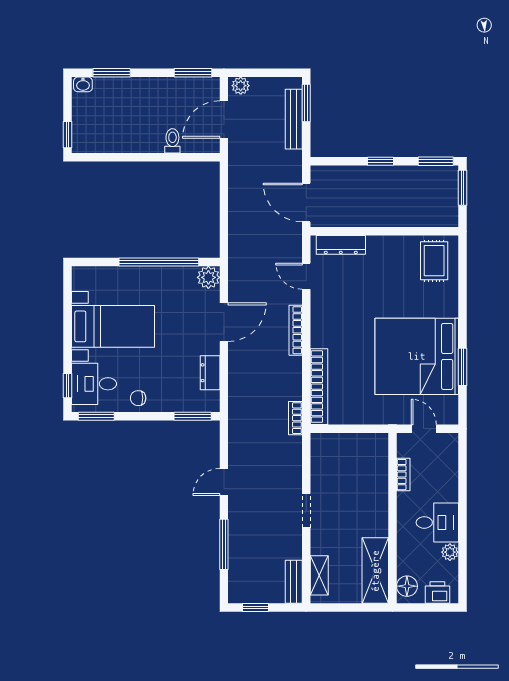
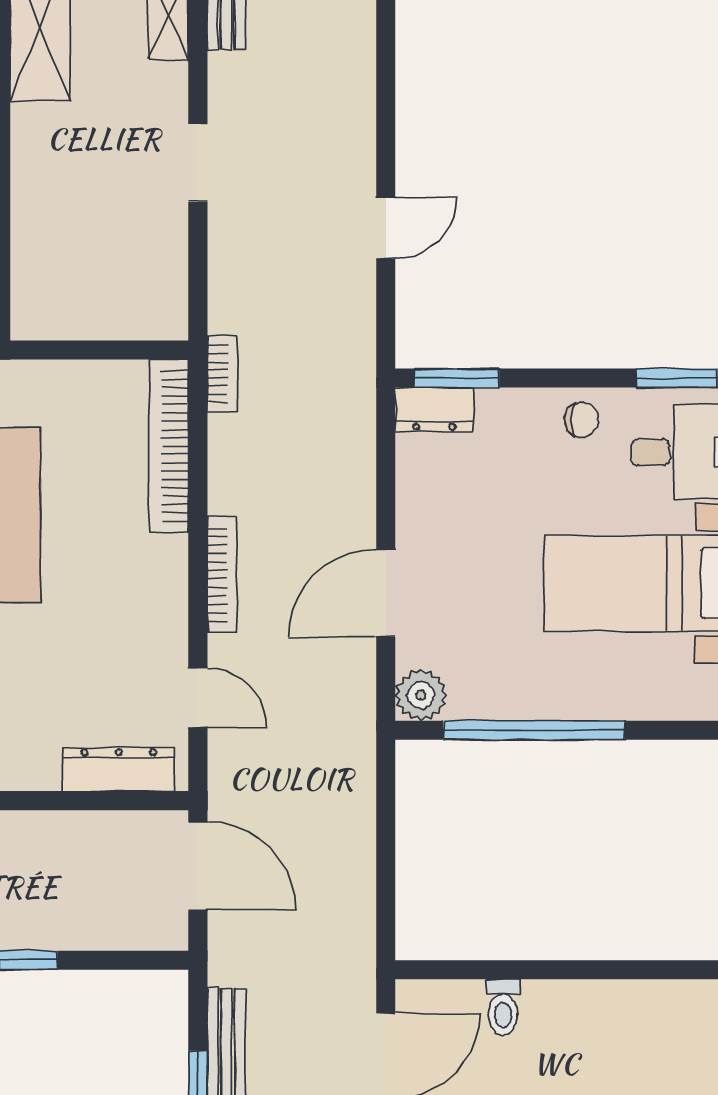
dresser: (210, 373) -> (434, 410), moved, turned 90
window: (224, 544) -> (386, 86), removed

